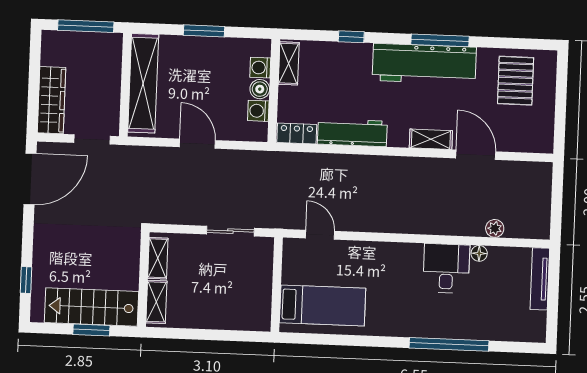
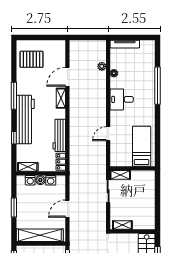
workbench: (424, 64) -> (25, 119), moved
door: (320, 235) -> (108, 134), moved
desk: (446, 268) -> (122, 99), moved
shelving: (156, 302) -> (120, 175), moved

